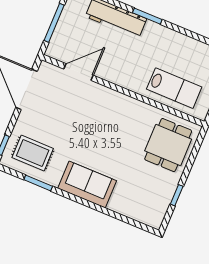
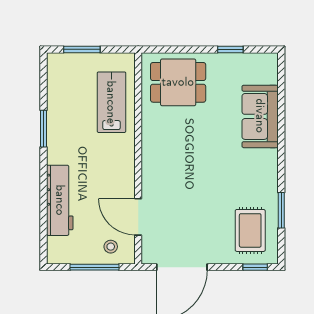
window: (147, 16) -> (43, 129), moved
stool: (65, 42) -> (111, 247), added
sofa: (87, 184) -> (260, 116), moved

